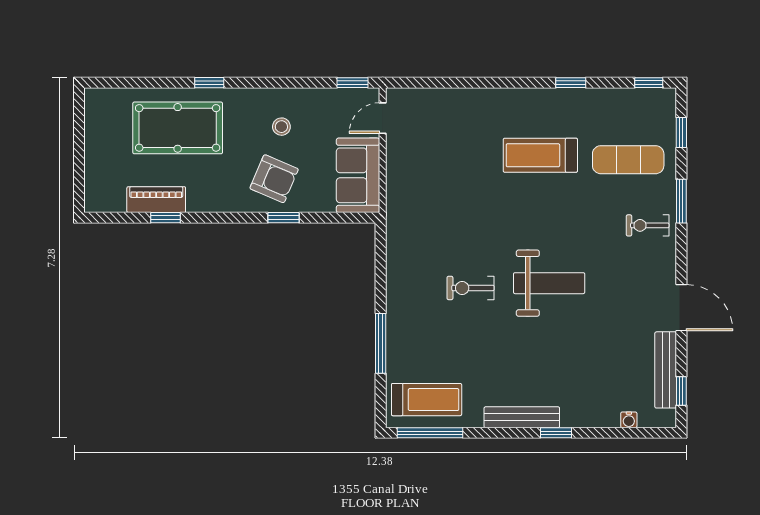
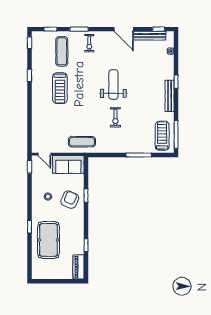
piano: (156, 200) -> (78, 267), moved
exercise mat: (412, 208) -> (82, 142), added
door: (681, 308) -> (124, 29), swing flipped

